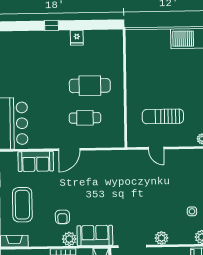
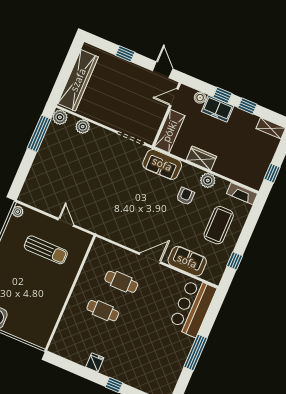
cafe table: (90, 86) -> (103, 311), width x0.73, depth x0.74
side table: (192, 211) -> (58, 146), removed
plant: (161, 238) -> (83, 127), moved
plant: (69, 239) -> (208, 180), moved

